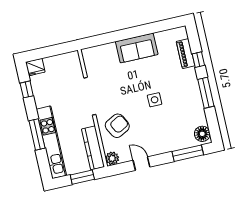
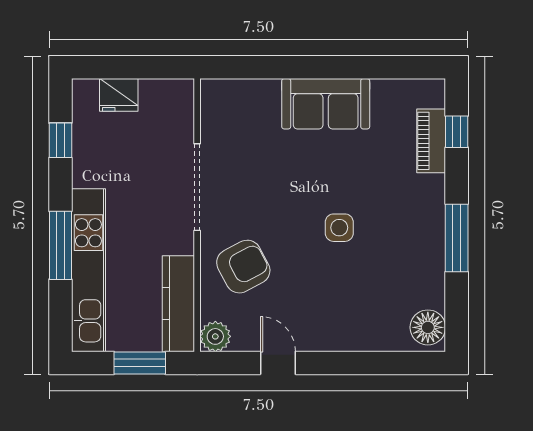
window: (198, 60) -> (457, 132), moved
fridge: (35, 67) -> (119, 95), moved
window: (188, 153) -> (386, 363), removed

